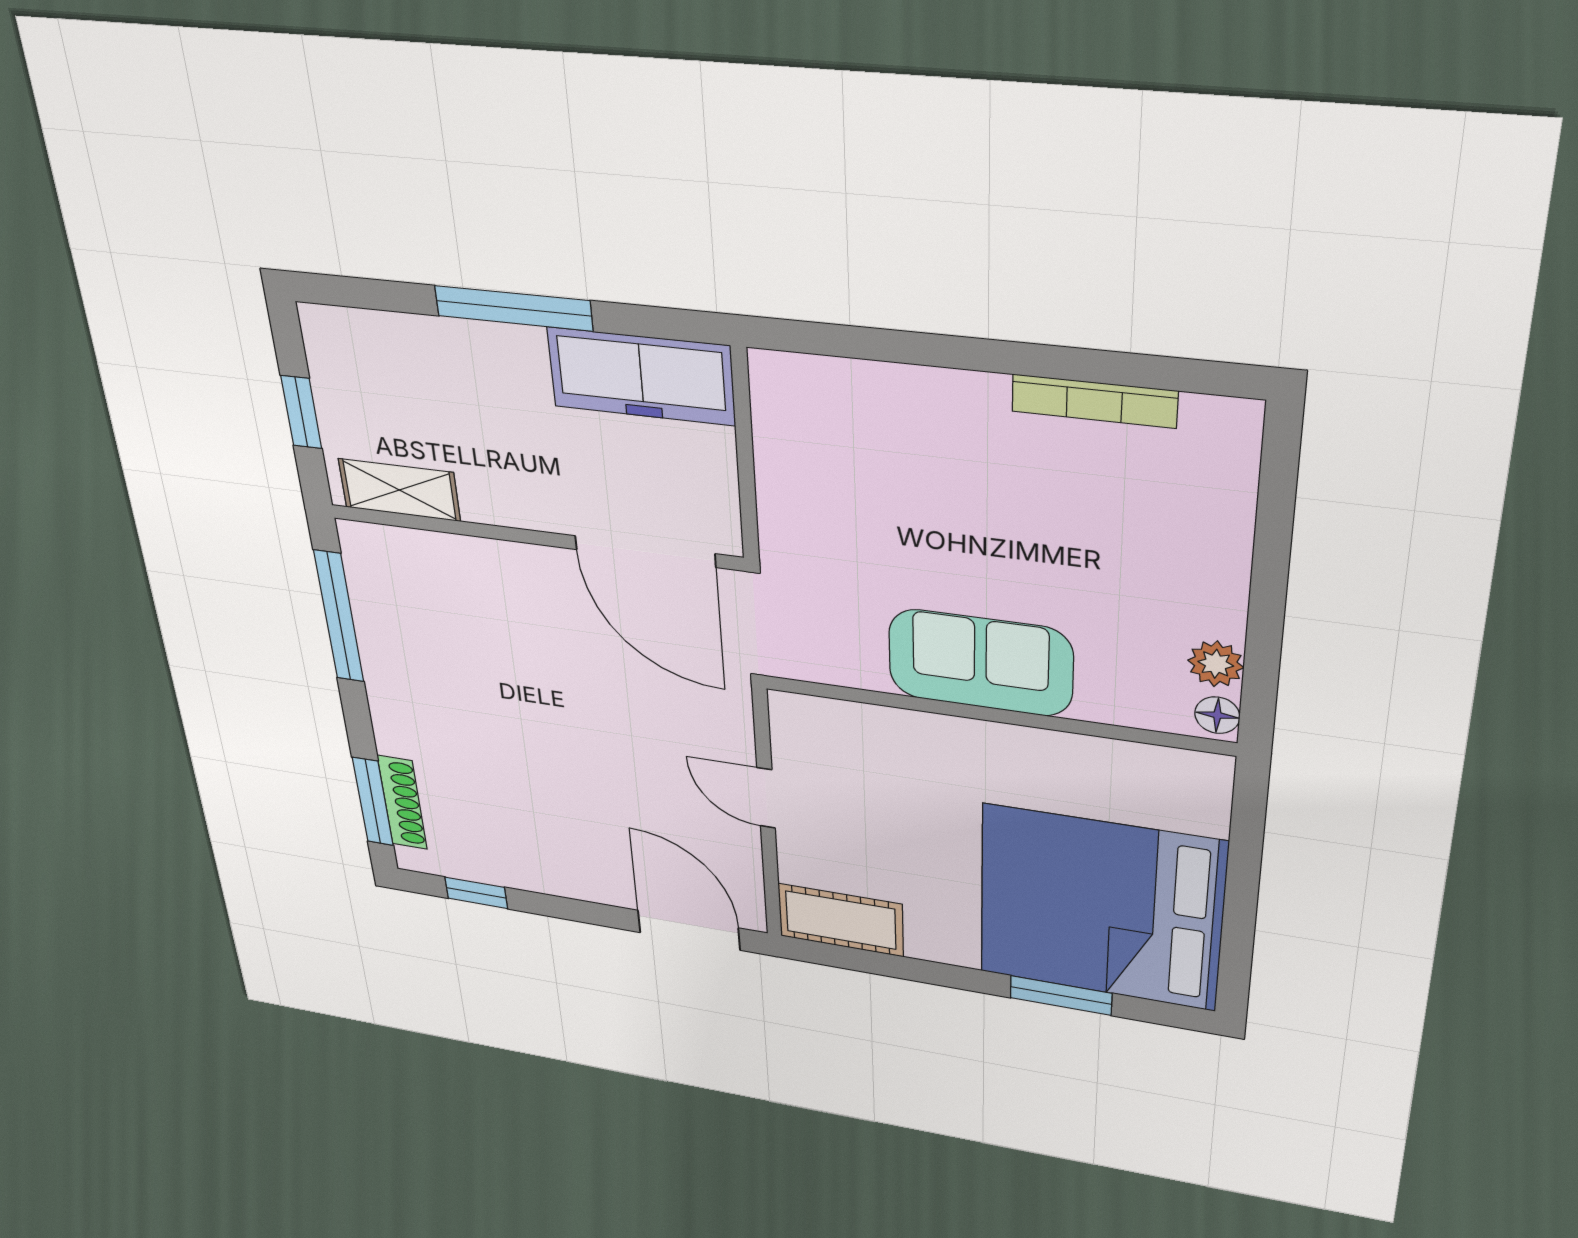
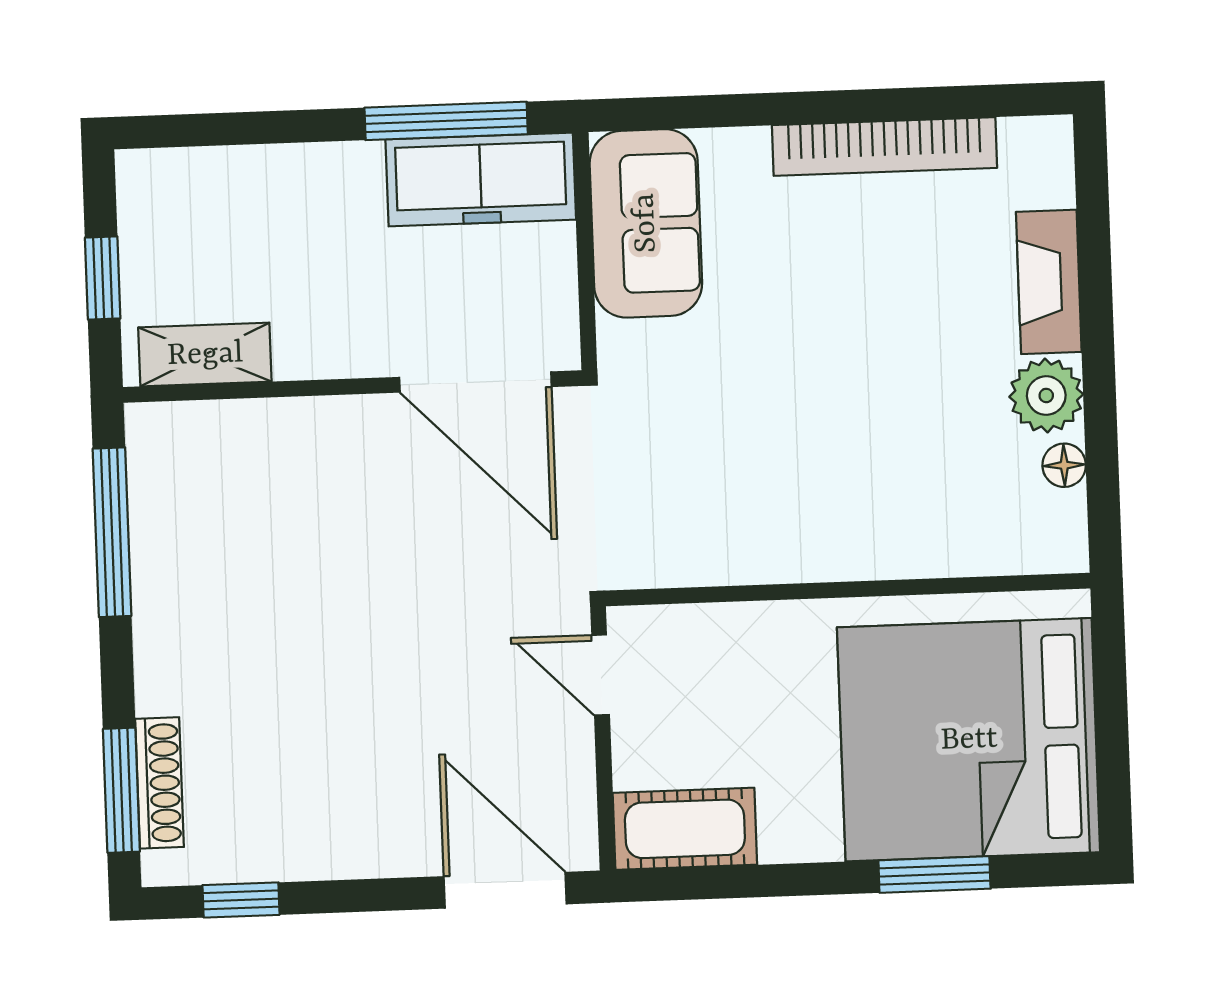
window: (513, 308) -> (446, 121), moved
bookcase: (1094, 401) -> (884, 147), width x1.48, depth x1.31
fireplace: (1220, 555) -> (1049, 282), added
sofa: (980, 663) -> (646, 223), moved, turned 90
plant: (1216, 664) -> (1046, 396), width x1.38, depth x1.38
wall: (995, 715) -> (848, 590), moved

